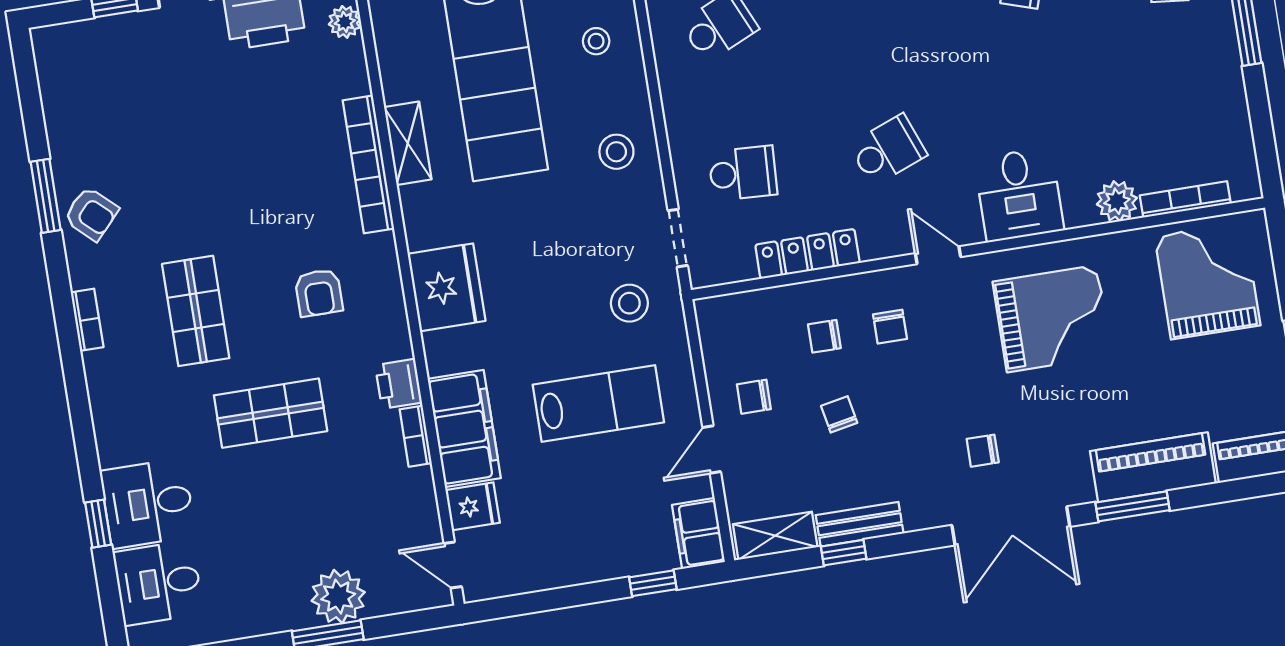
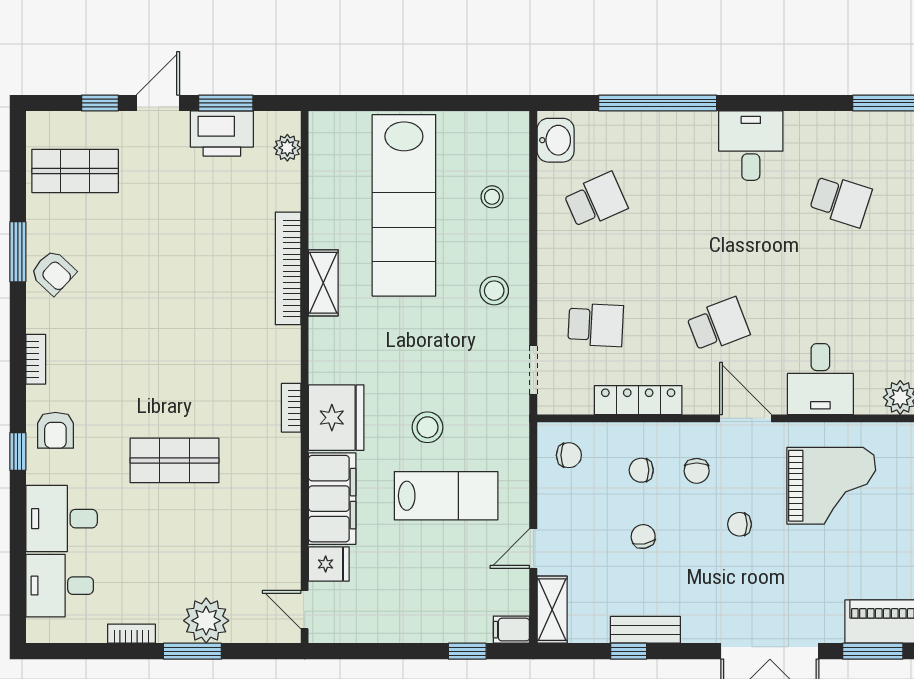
shelving: (408, 143) -> (323, 283), moved
door: (938, 255) -> (746, 418), width x1.38
fridge: (446, 287) -> (336, 418), moved
armchair: (319, 293) -> (55, 430), moved
stool: (629, 303) -> (427, 427), moved
shop shelf: (196, 311) -> (75, 171), moved, turned 90
printer: (399, 384) -> (284, 453), removed
chair: (754, 397) -> (569, 455), moved, turned 180
bookcase: (416, 436) -> (291, 408), moved
chair: (983, 451) -> (739, 524), moved
window: (98, 524) -> (18, 451), moved
filing cabinet: (698, 533) -> (511, 630), width x0.50
shelving: (775, 536) -> (552, 610), moved, turned 90
bookcase: (252, 626) -> (131, 634), added

